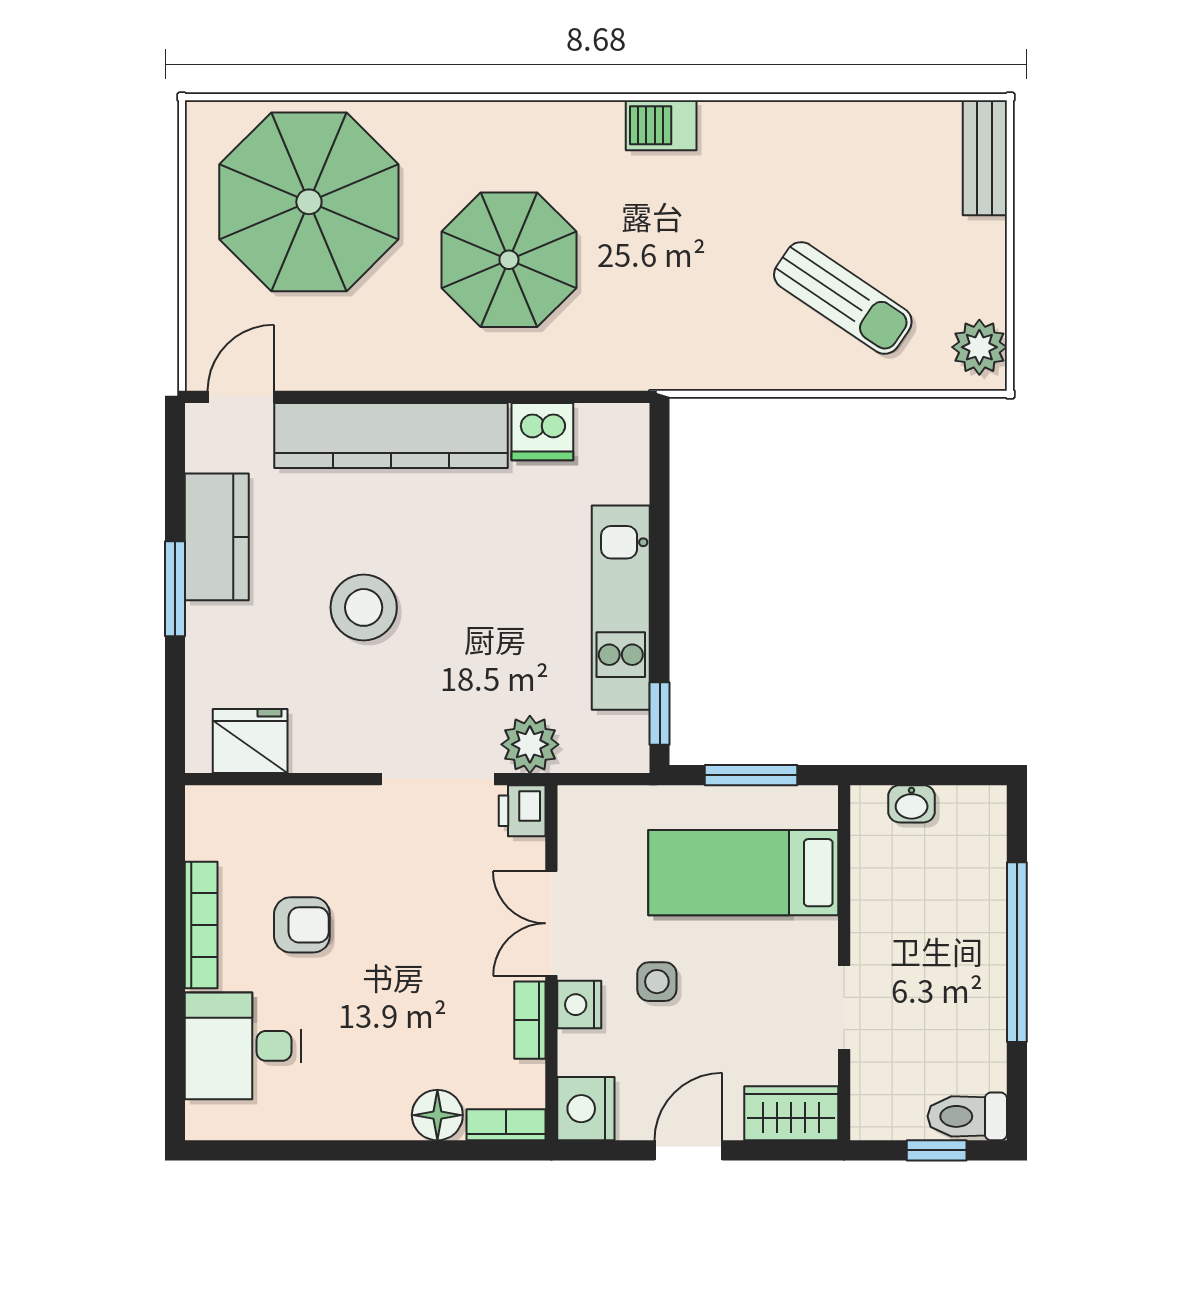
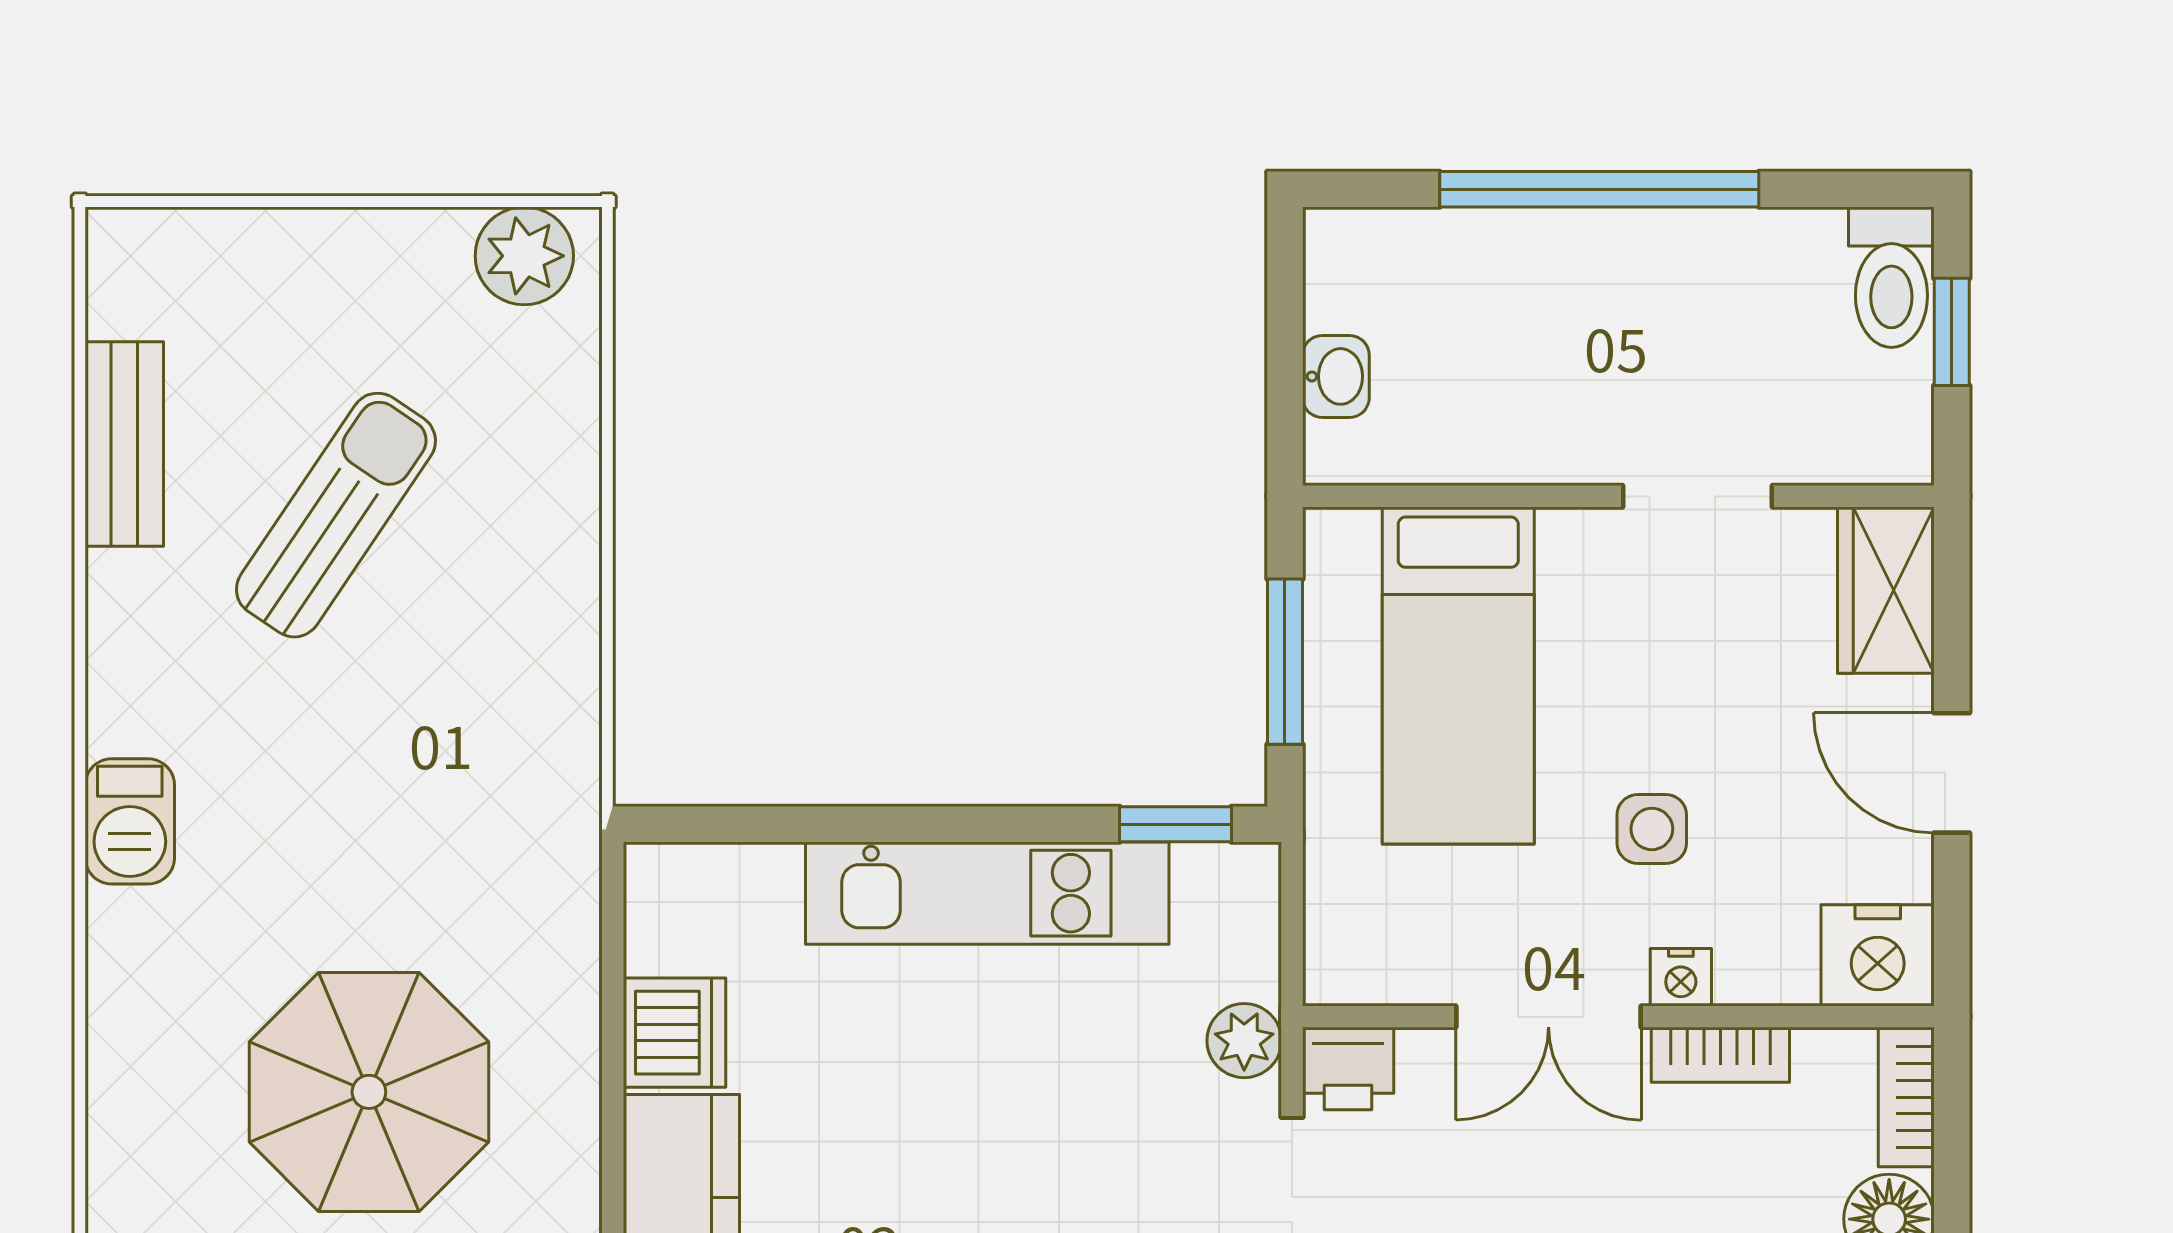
bench: (985, 158) -> (124, 444), moved, turned 90
sun lounger: (843, 298) -> (336, 515), moved
plant: (530, 744) -> (1244, 1041), width x0.73, depth x0.73
nightstand: (579, 1005) -> (1681, 977), width x0.72, depth x0.74

